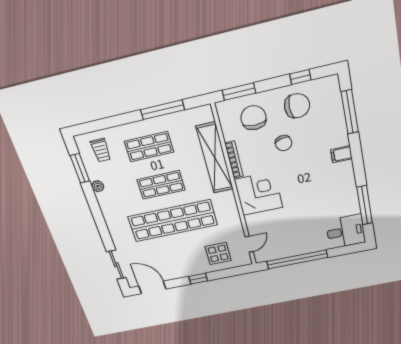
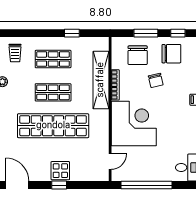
window: (239, 92) -> (146, 33), moved
window: (163, 110) -> (72, 33), width x0.46
chair: (253, 118) -> (138, 55), turned 180
corner desk: (259, 193) -> (134, 124), width x1.36, depth x1.36
display table: (218, 253) -> (60, 171), moved

